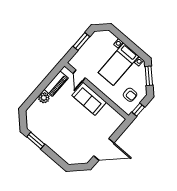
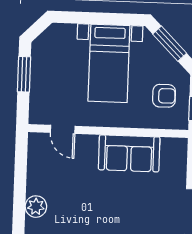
piano: (56, 84) -> (37, 170), removed
sofa: (89, 99) -> (129, 153), moved

